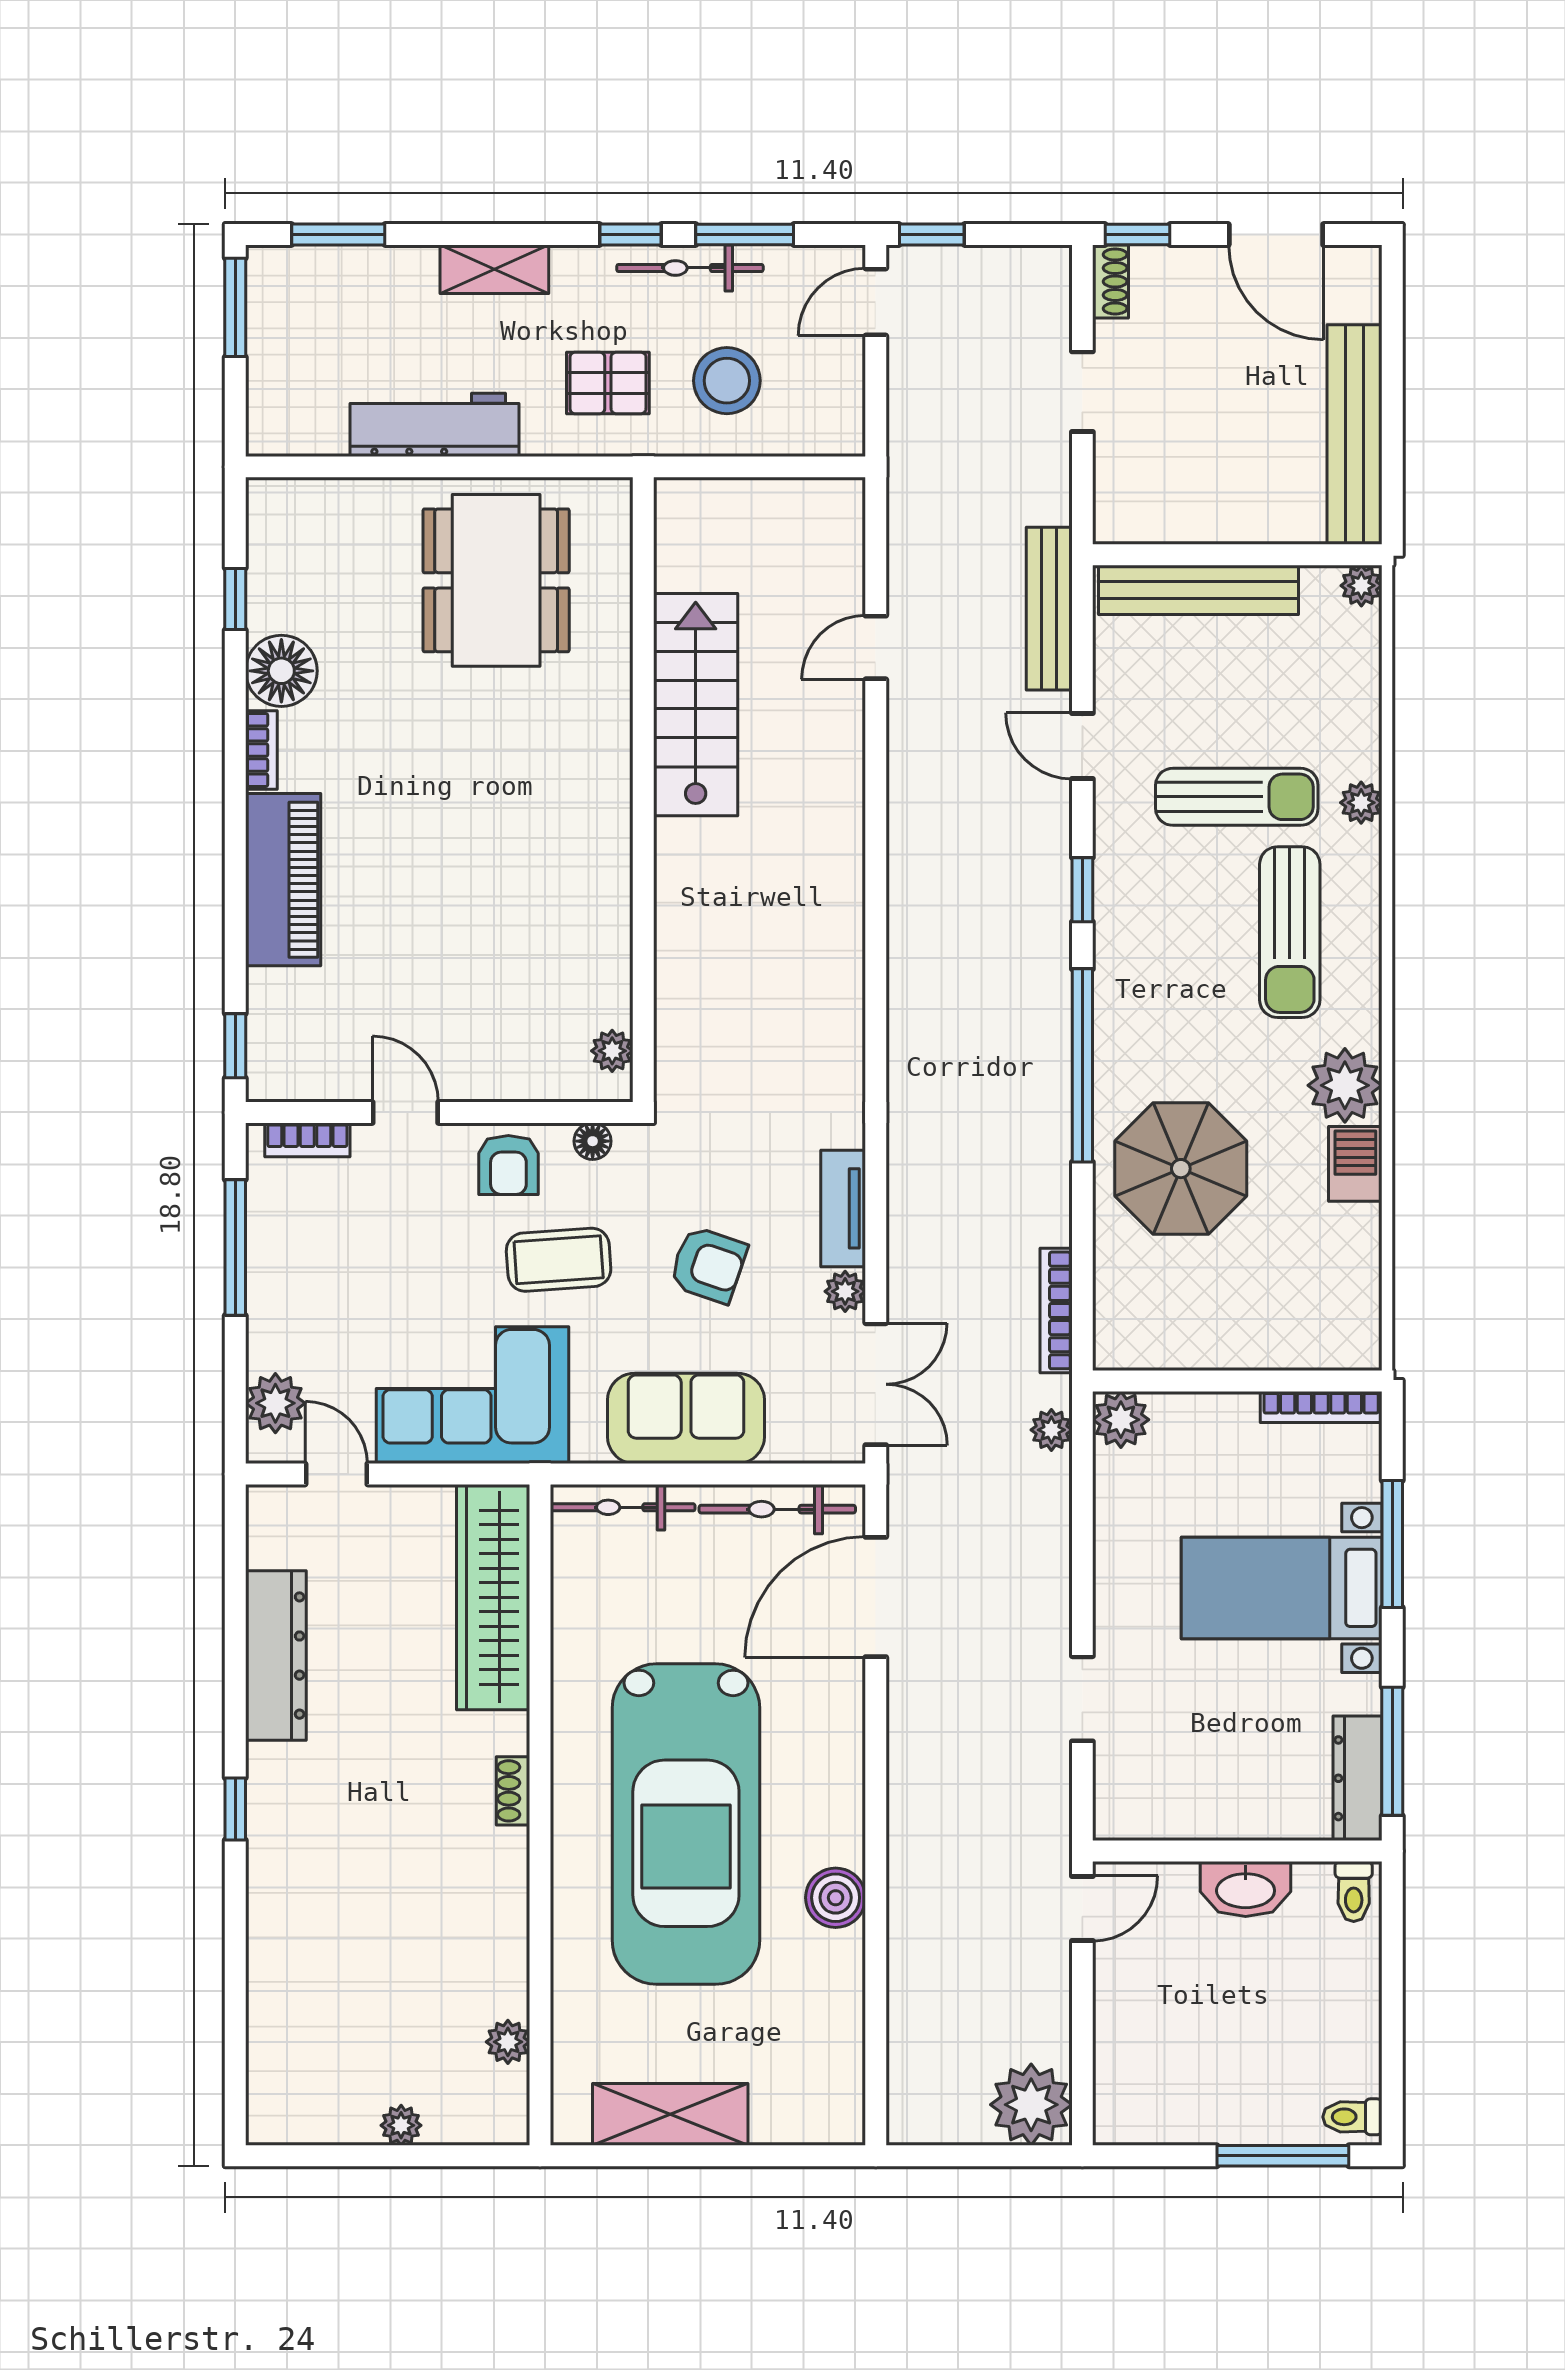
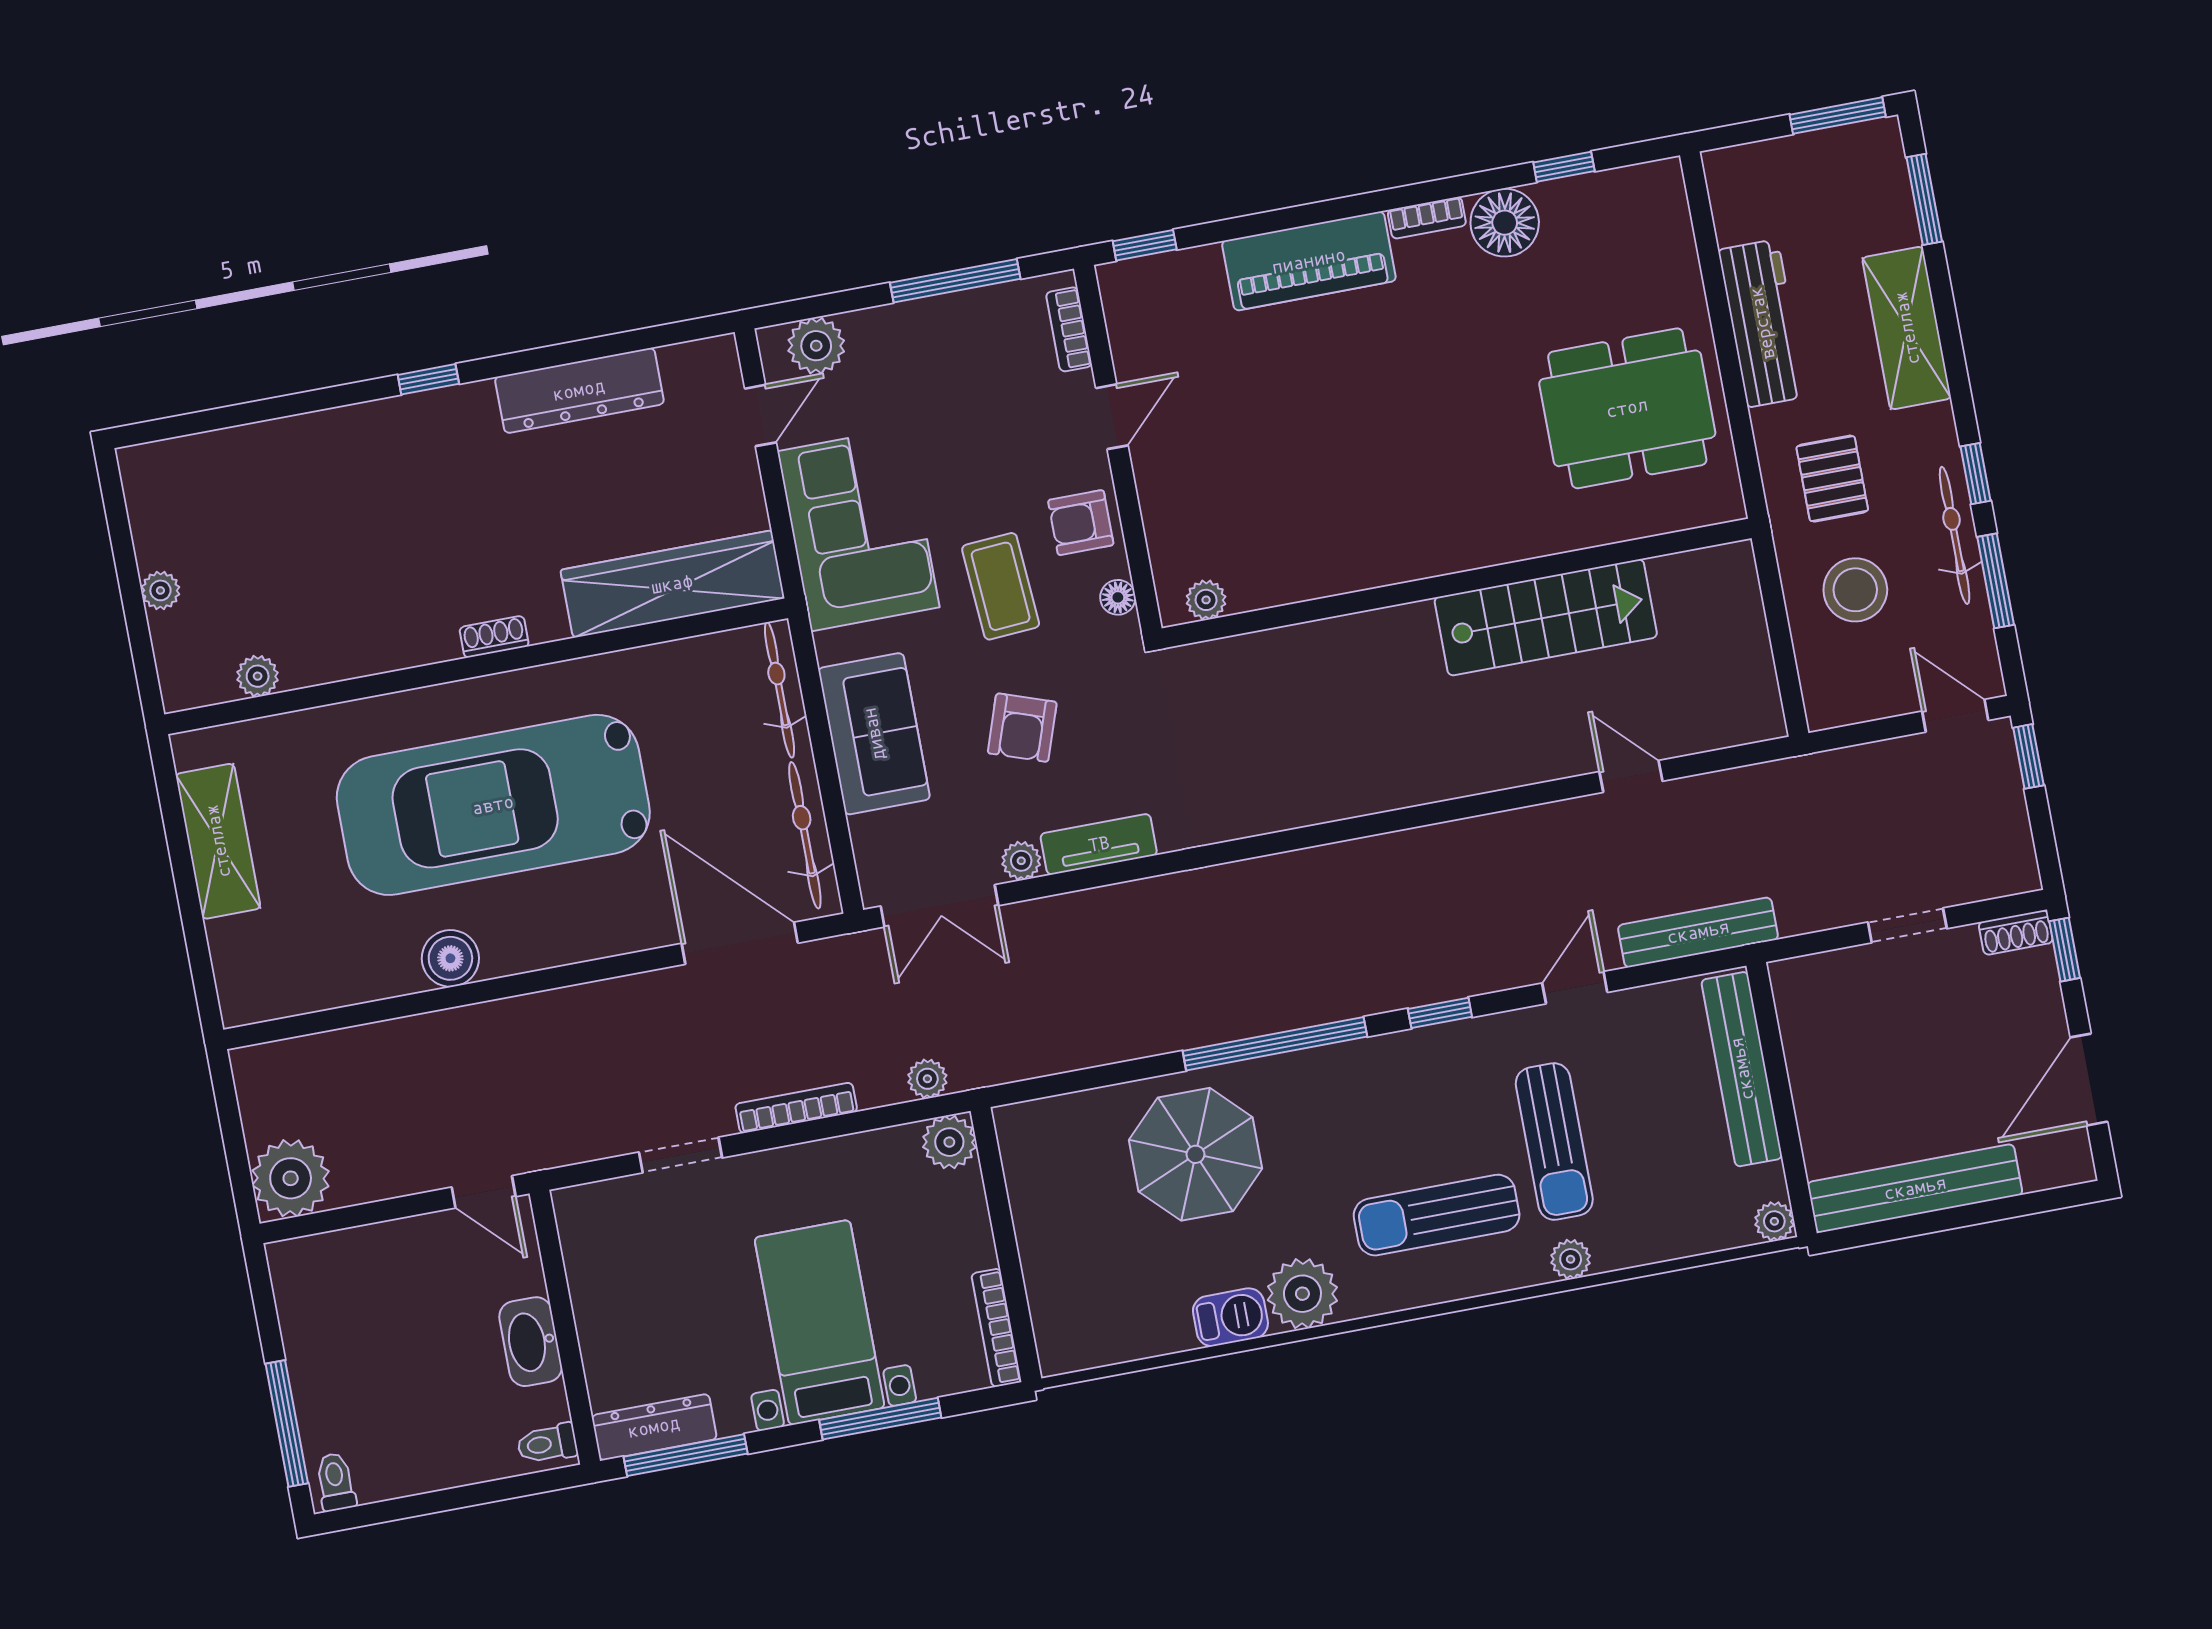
shelving: (494, 269) -> (1907, 328), width x1.50, depth x1.33
bookcase: (1056, 1310) -> (796, 1108), moved

